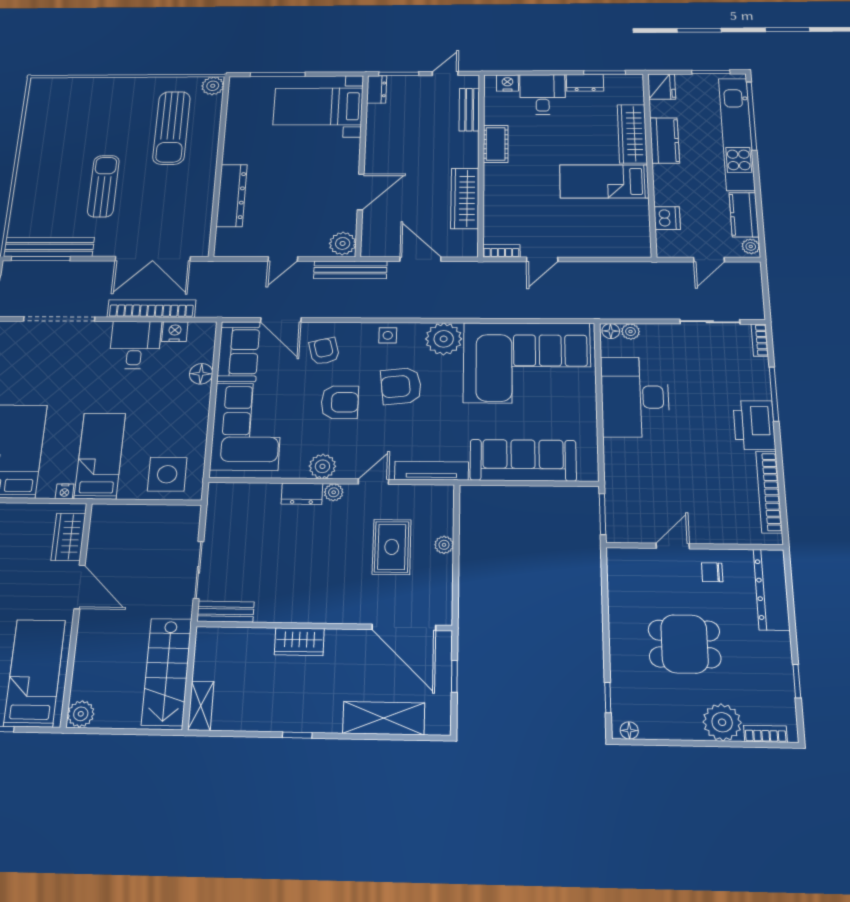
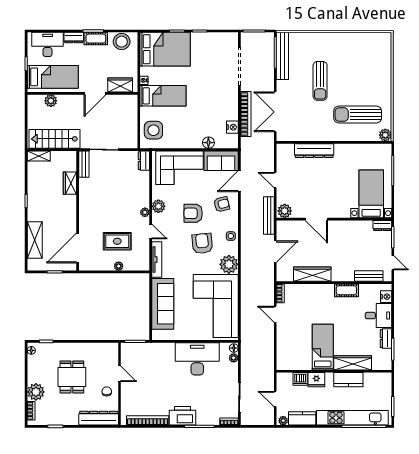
fridge: (662, 87) -> (316, 380), moved
sun lounger: (103, 186) -> (320, 81), turned 90
desk: (135, 345) -> (225, 107), removed
armchair: (340, 402) -> (193, 213), turned 90
dresser: (302, 494) -> (144, 161), moved
wardrobe: (299, 642) -> (70, 183), moved
plant: (81, 714) -> (51, 101), moved

